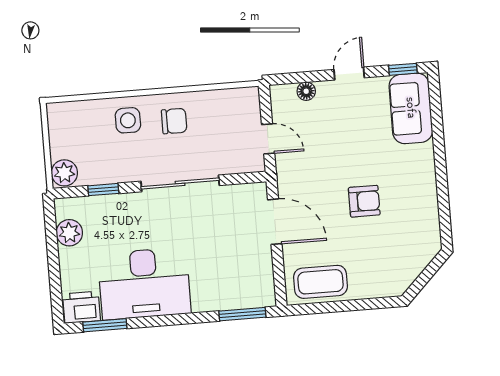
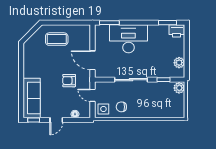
sofa: (411, 108) -> (32, 98), width x1.36
side table: (128, 120) -> (103, 109), moved
chair: (174, 121) -> (121, 107), moved
armchair: (364, 201) -> (69, 81), moved
coffee table: (320, 282) -> (57, 39), moved
desk: (144, 284) -> (128, 39), moved

